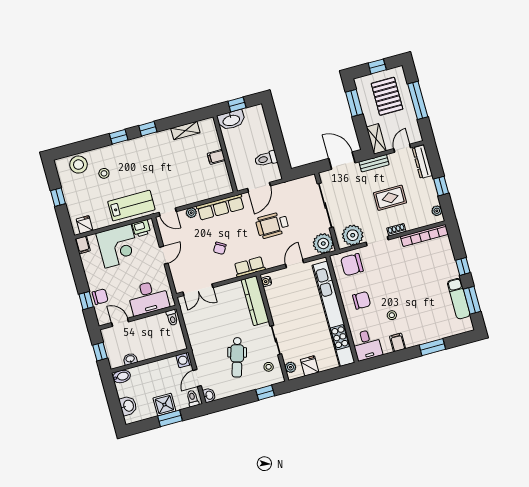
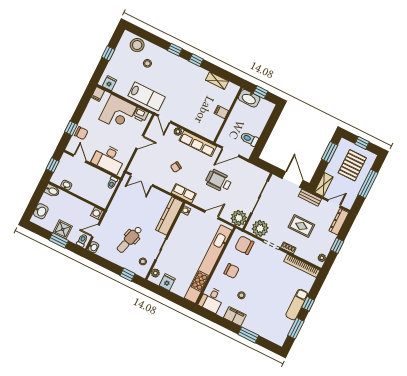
exam couch: (459, 299) -> (297, 305), moved
filing cabinet: (398, 342) -> (235, 316), width x2.00

